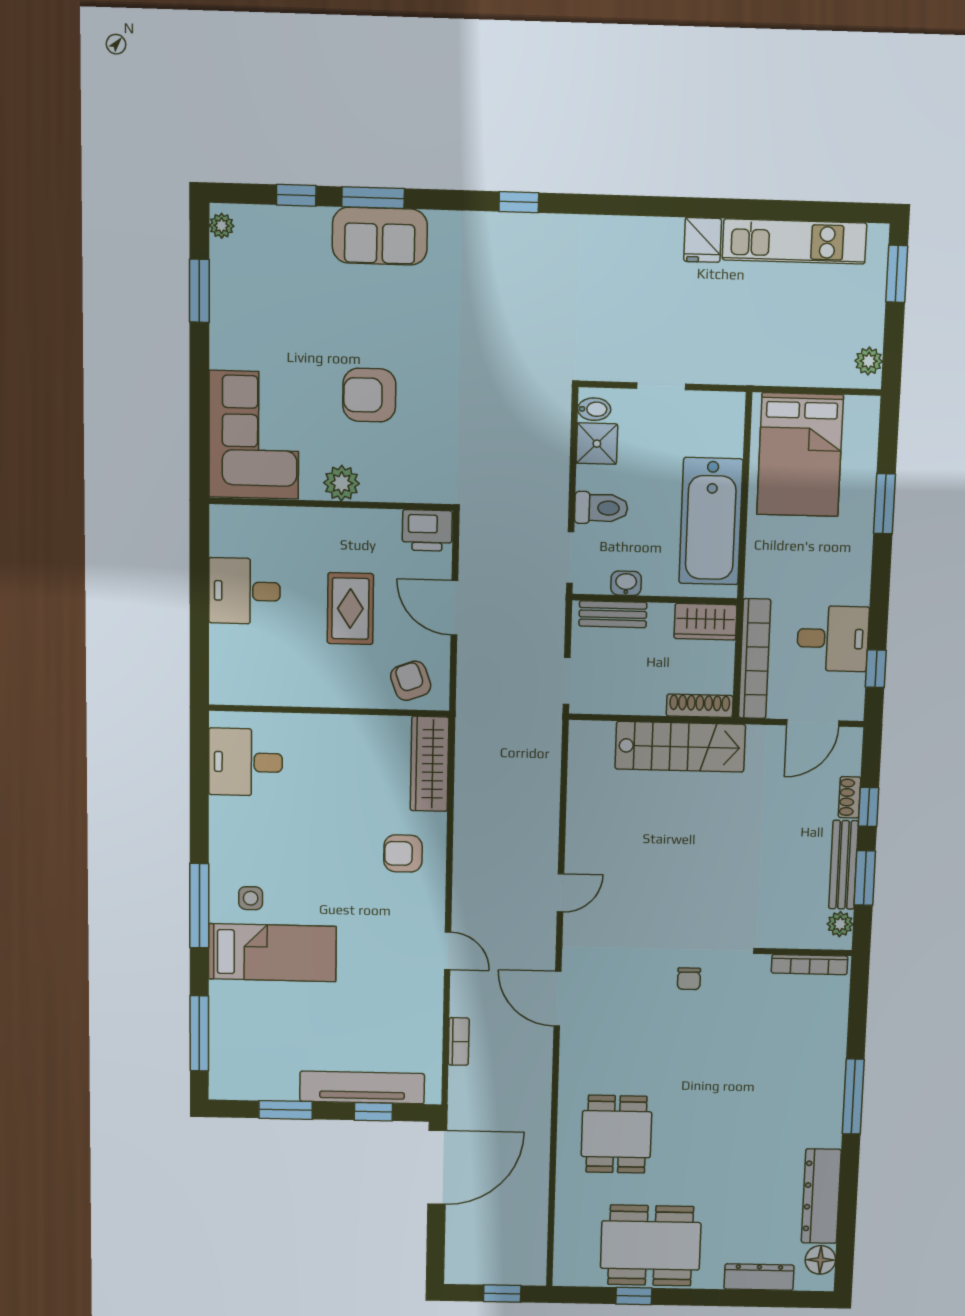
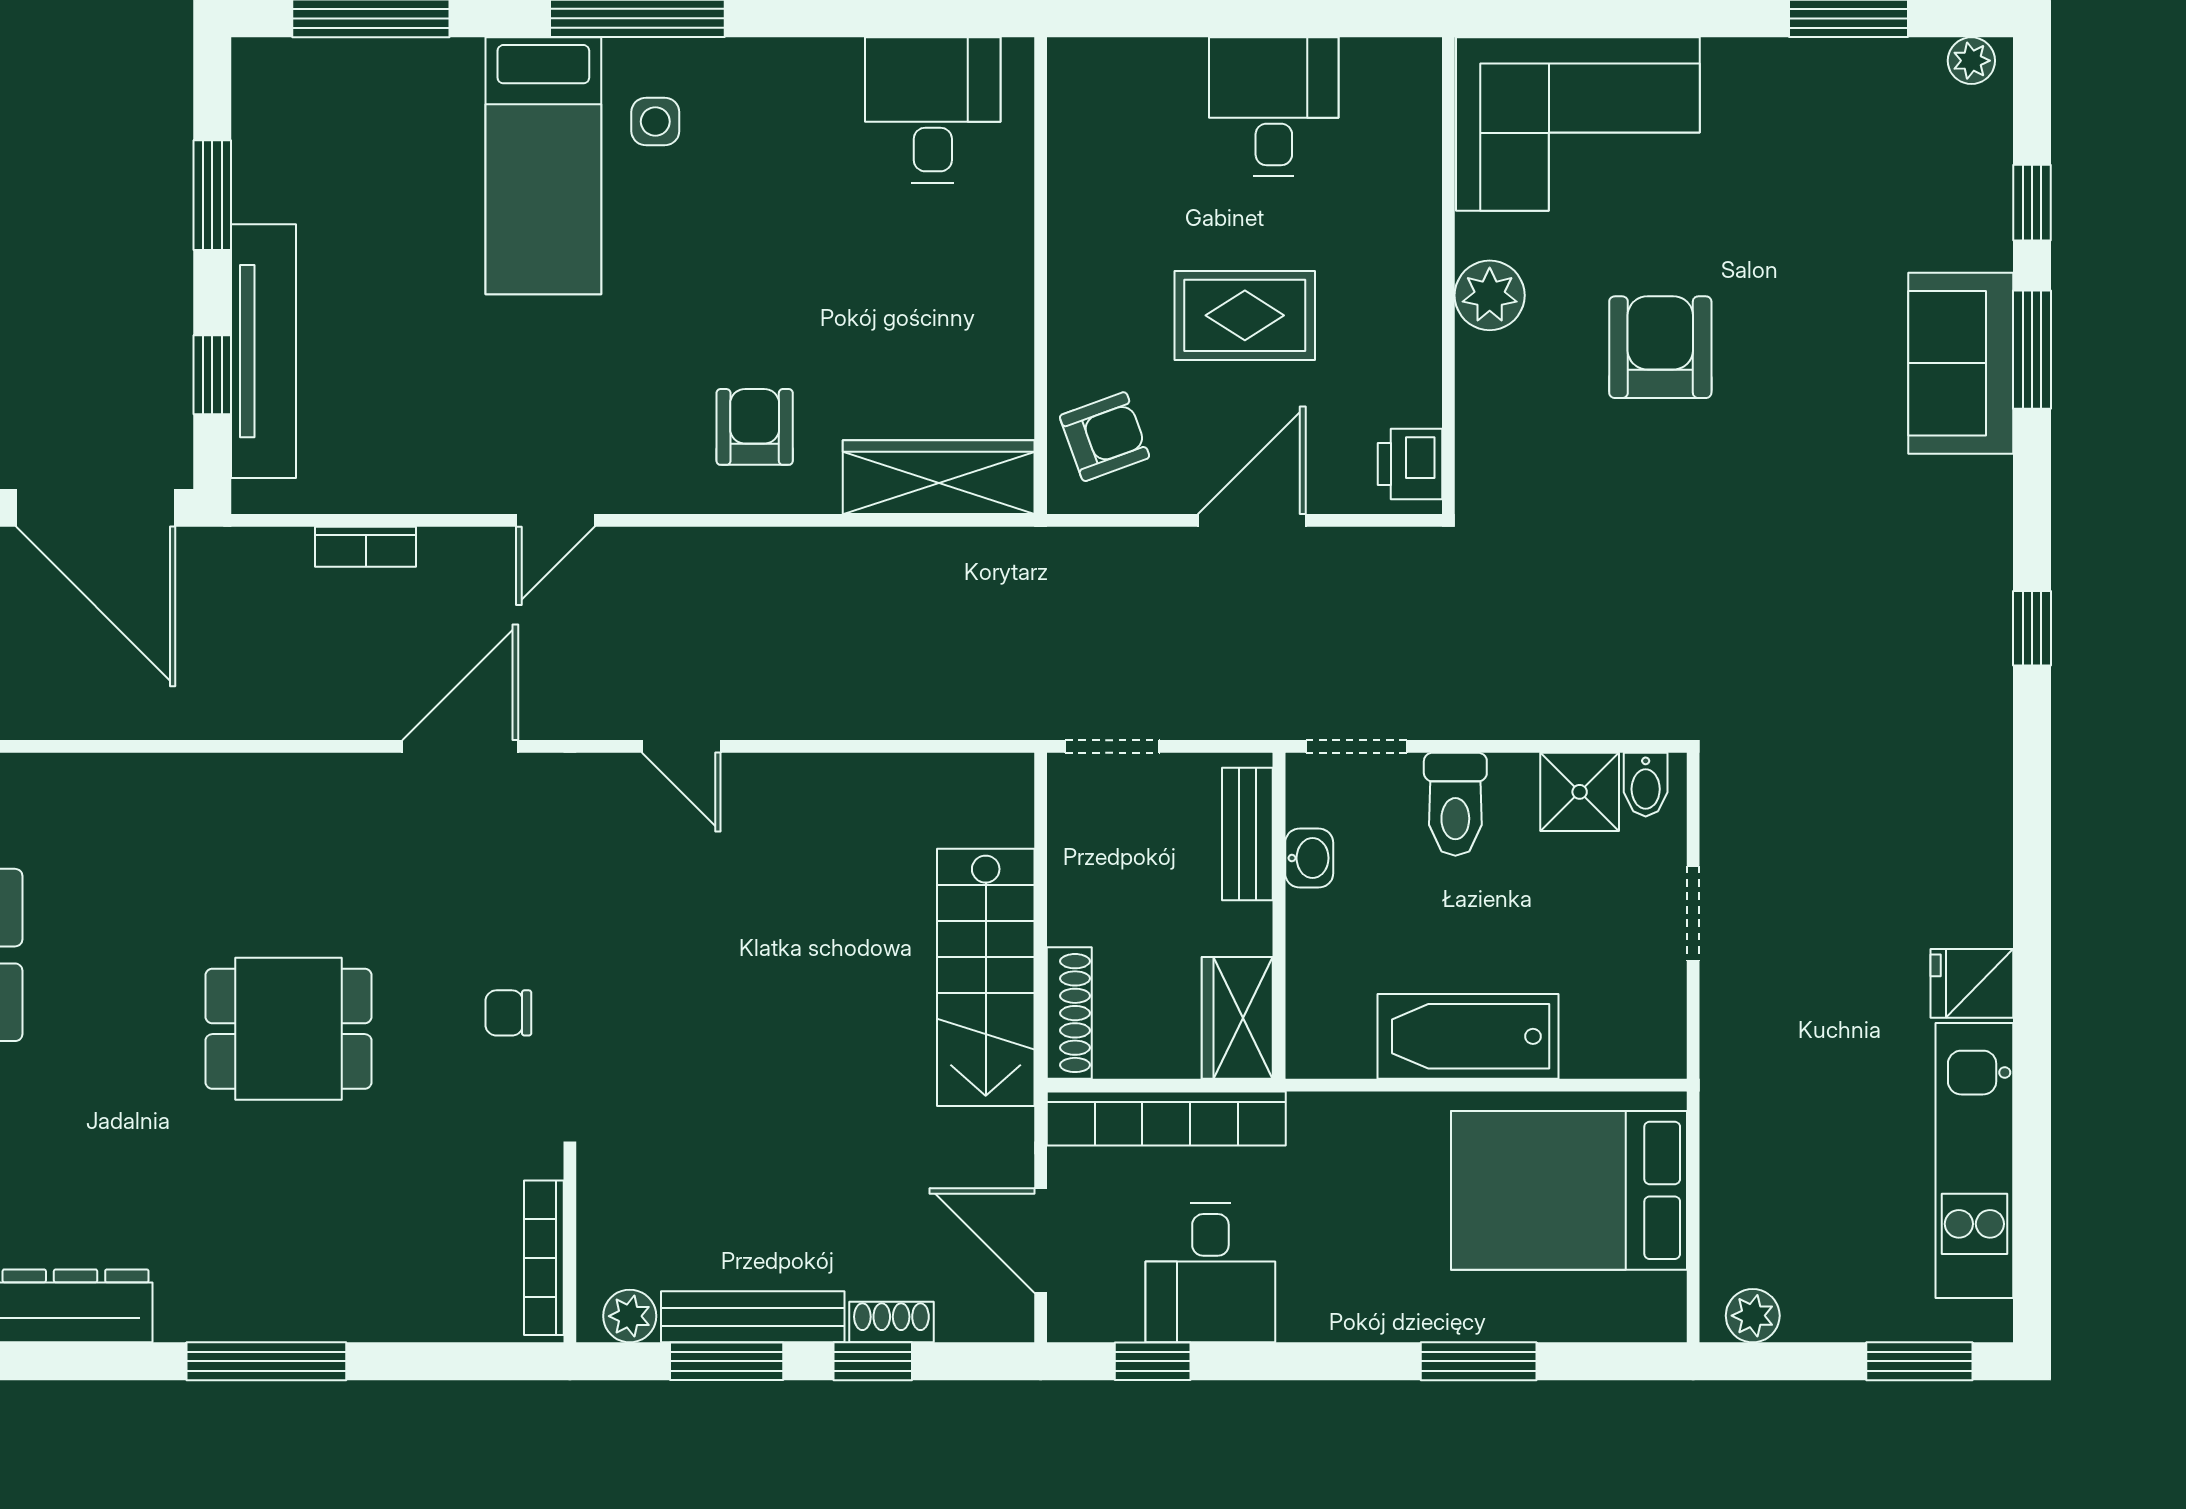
bathtub: (711, 521) -> (1468, 1036), width x0.73, depth x0.73
printer: (427, 530) -> (1410, 464), width x0.73, depth x0.81
dining table: (616, 1134) -> (288, 1029), moved

